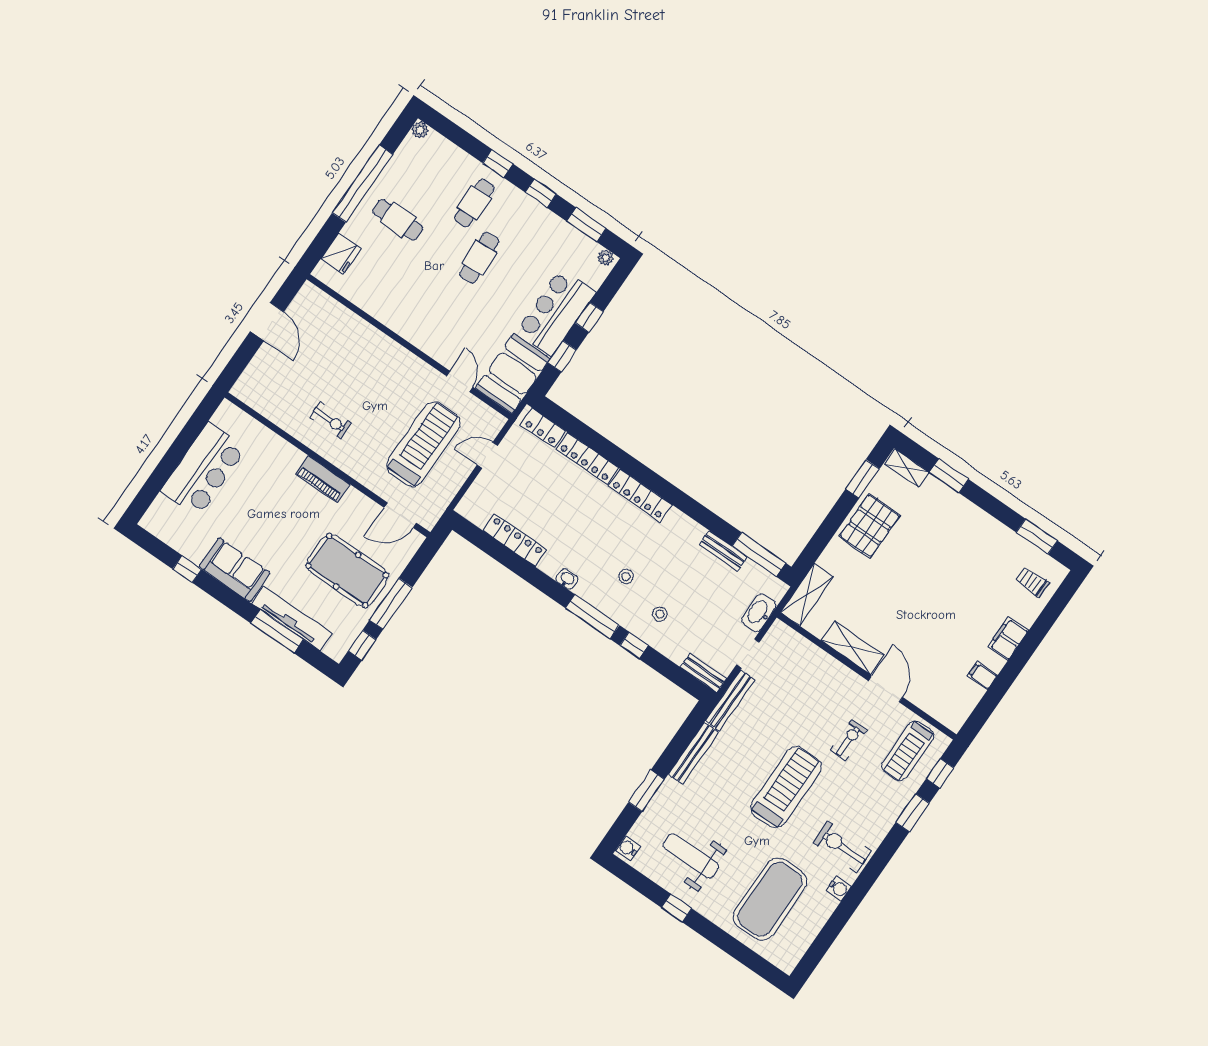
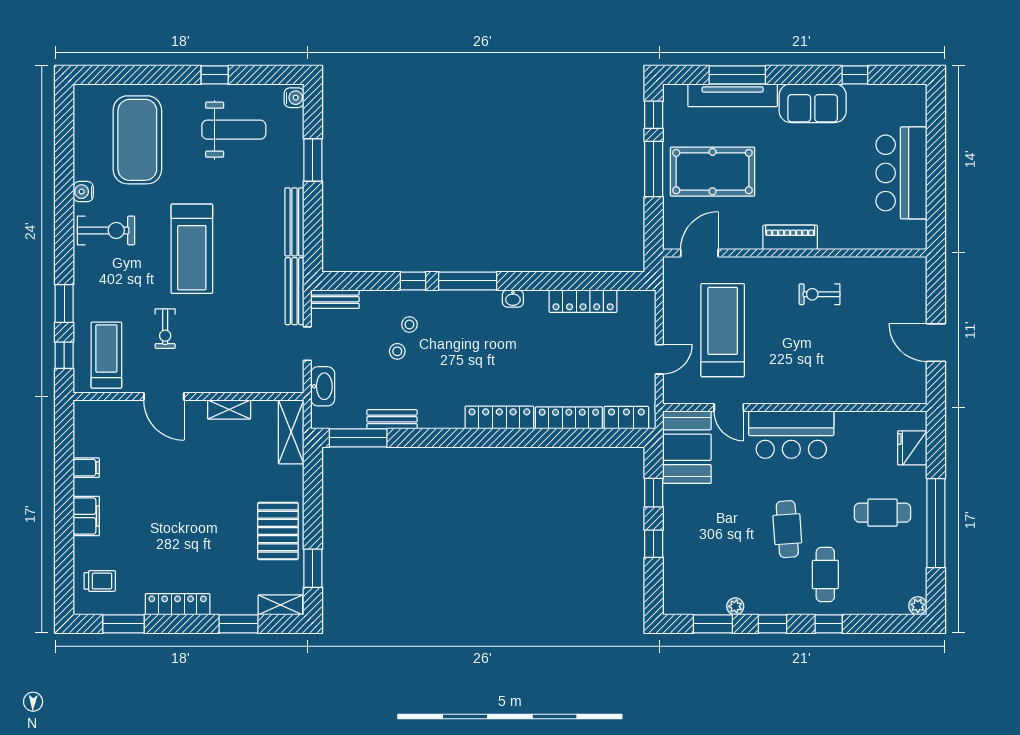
plant: (606, 258) -> (735, 606), moved
bar counter: (556, 312) -> (791, 435), moved, turned 90
treadmill: (423, 444) -> (723, 330), turned 180
locker: (985, 523) -> (178, 604), added
stool: (626, 576) -> (397, 351), moved
shelving: (853, 648) -> (229, 409), width x0.67, depth x0.75

